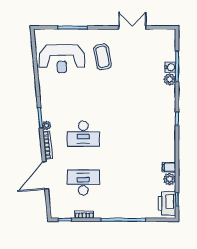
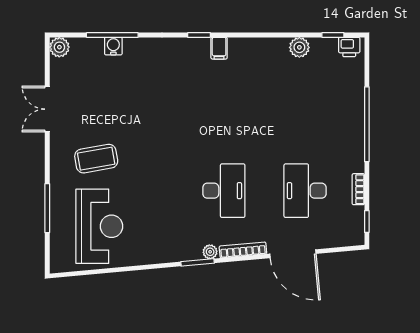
plant: (170, 79) -> (59, 47), moved
filing cabinet: (169, 167) -> (219, 48), moved
printer: (167, 204) -> (349, 47), width x0.53, depth x0.68

